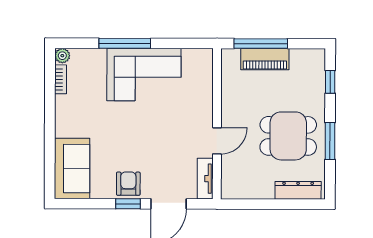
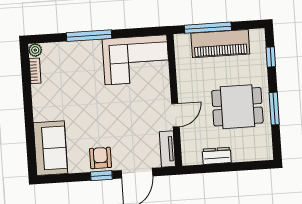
piano: (265, 59) -> (220, 44), width x1.37, depth x1.33
corner sofa: (144, 75) -> (136, 60), moved
dresser: (298, 190) -> (217, 156), moved, width x0.70

